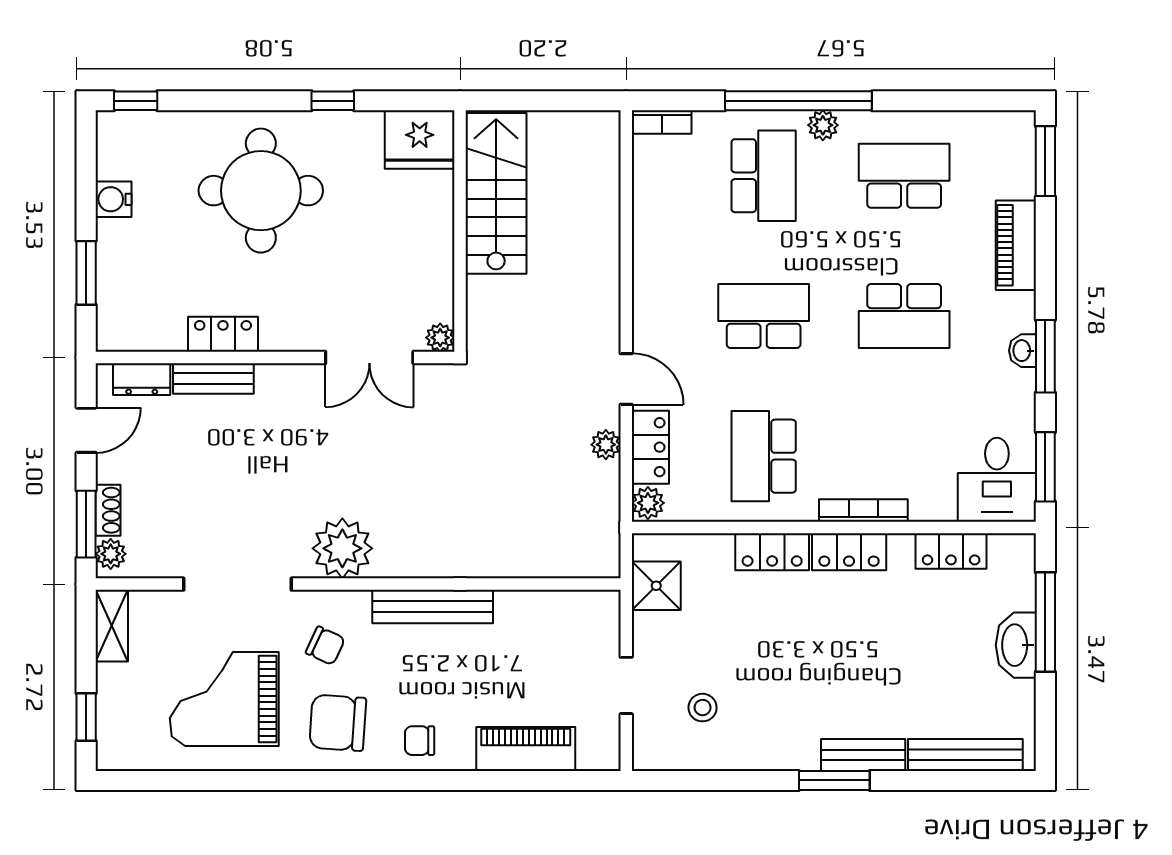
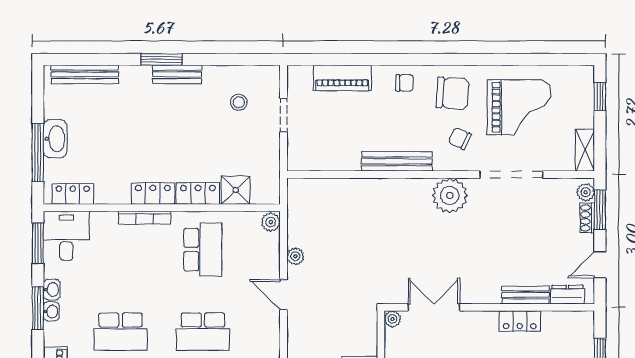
school desk: (904, 316) -> (121, 332), turned 180
washbasin: (1022, 388) -> (52, 290), added
locker: (650, 447) -> (269, 255), removed
locker: (951, 551) -> (73, 194), moved
shower: (656, 586) -> (236, 190), moved
bench: (863, 755) -> (177, 74), moved

